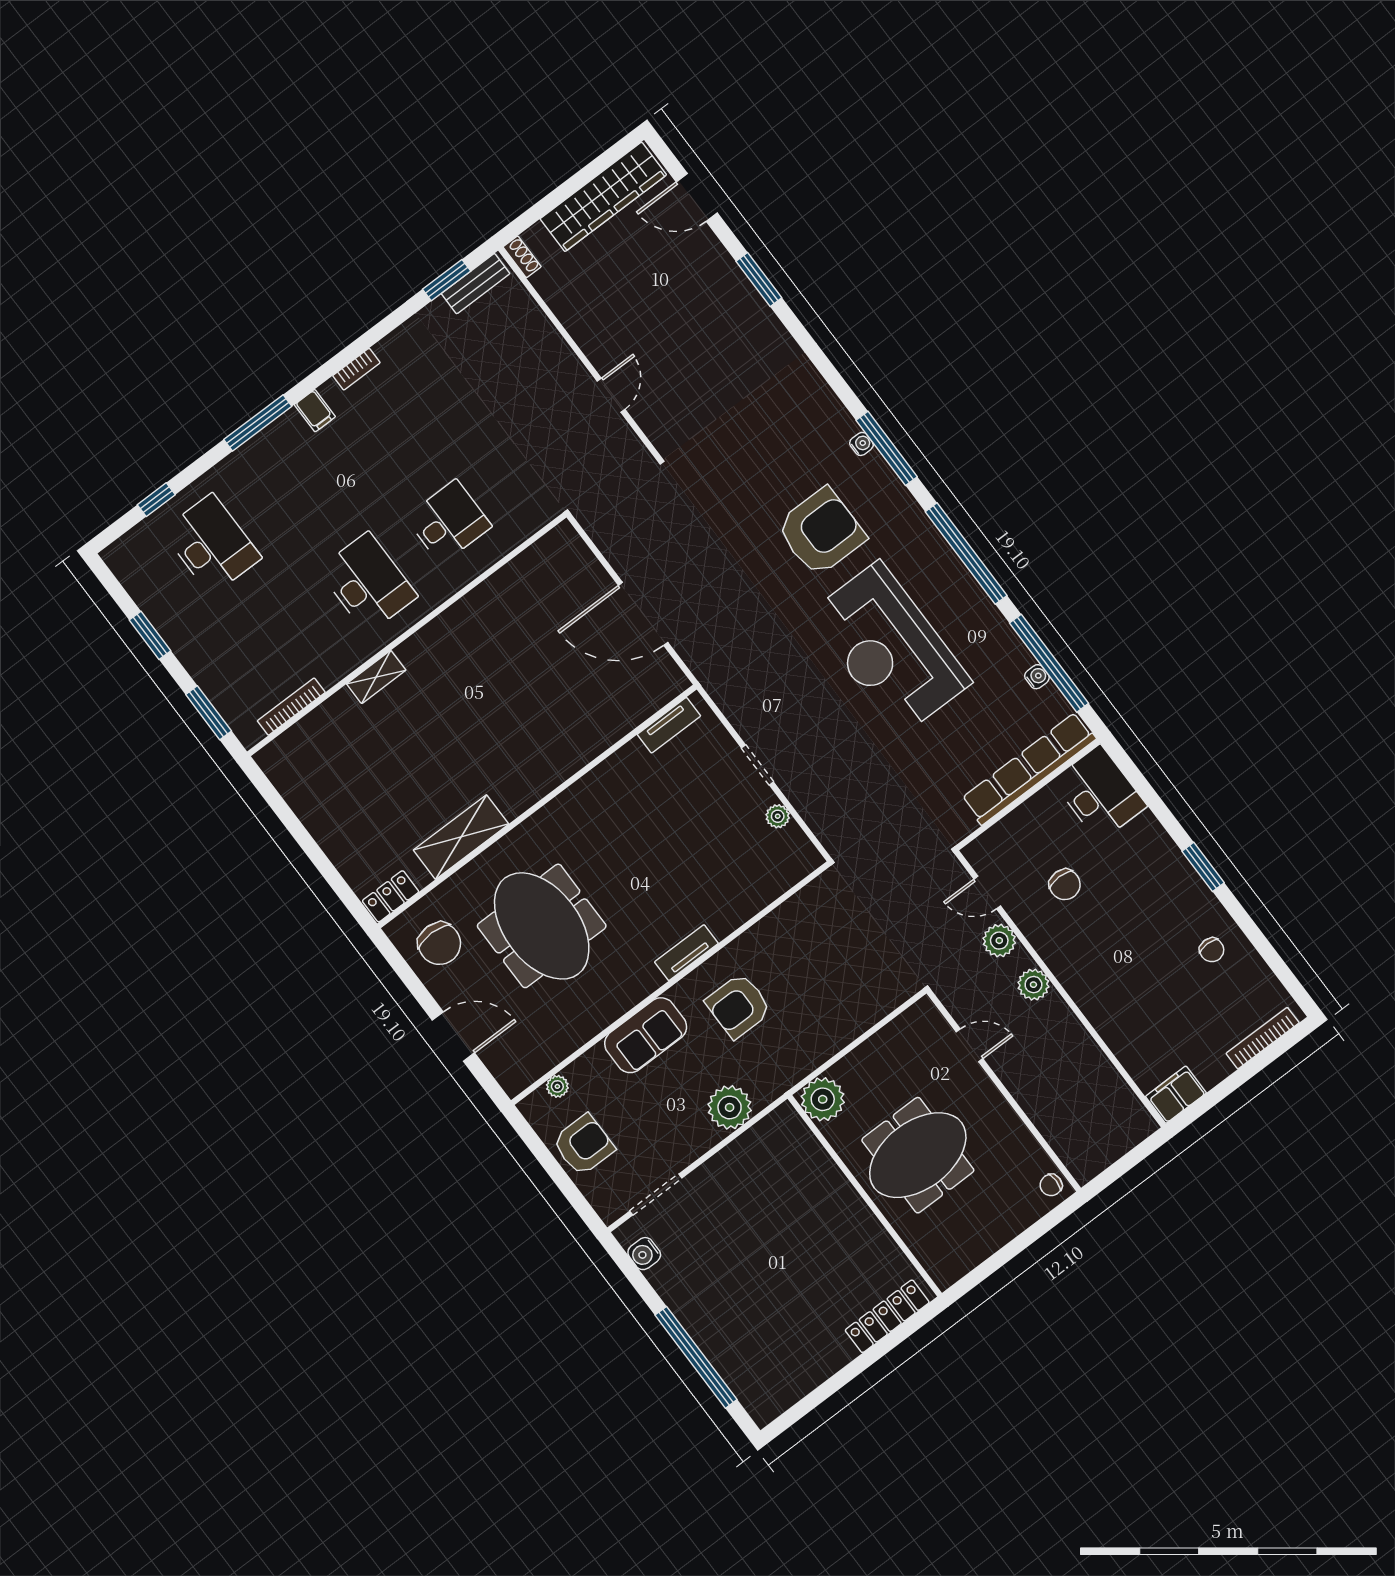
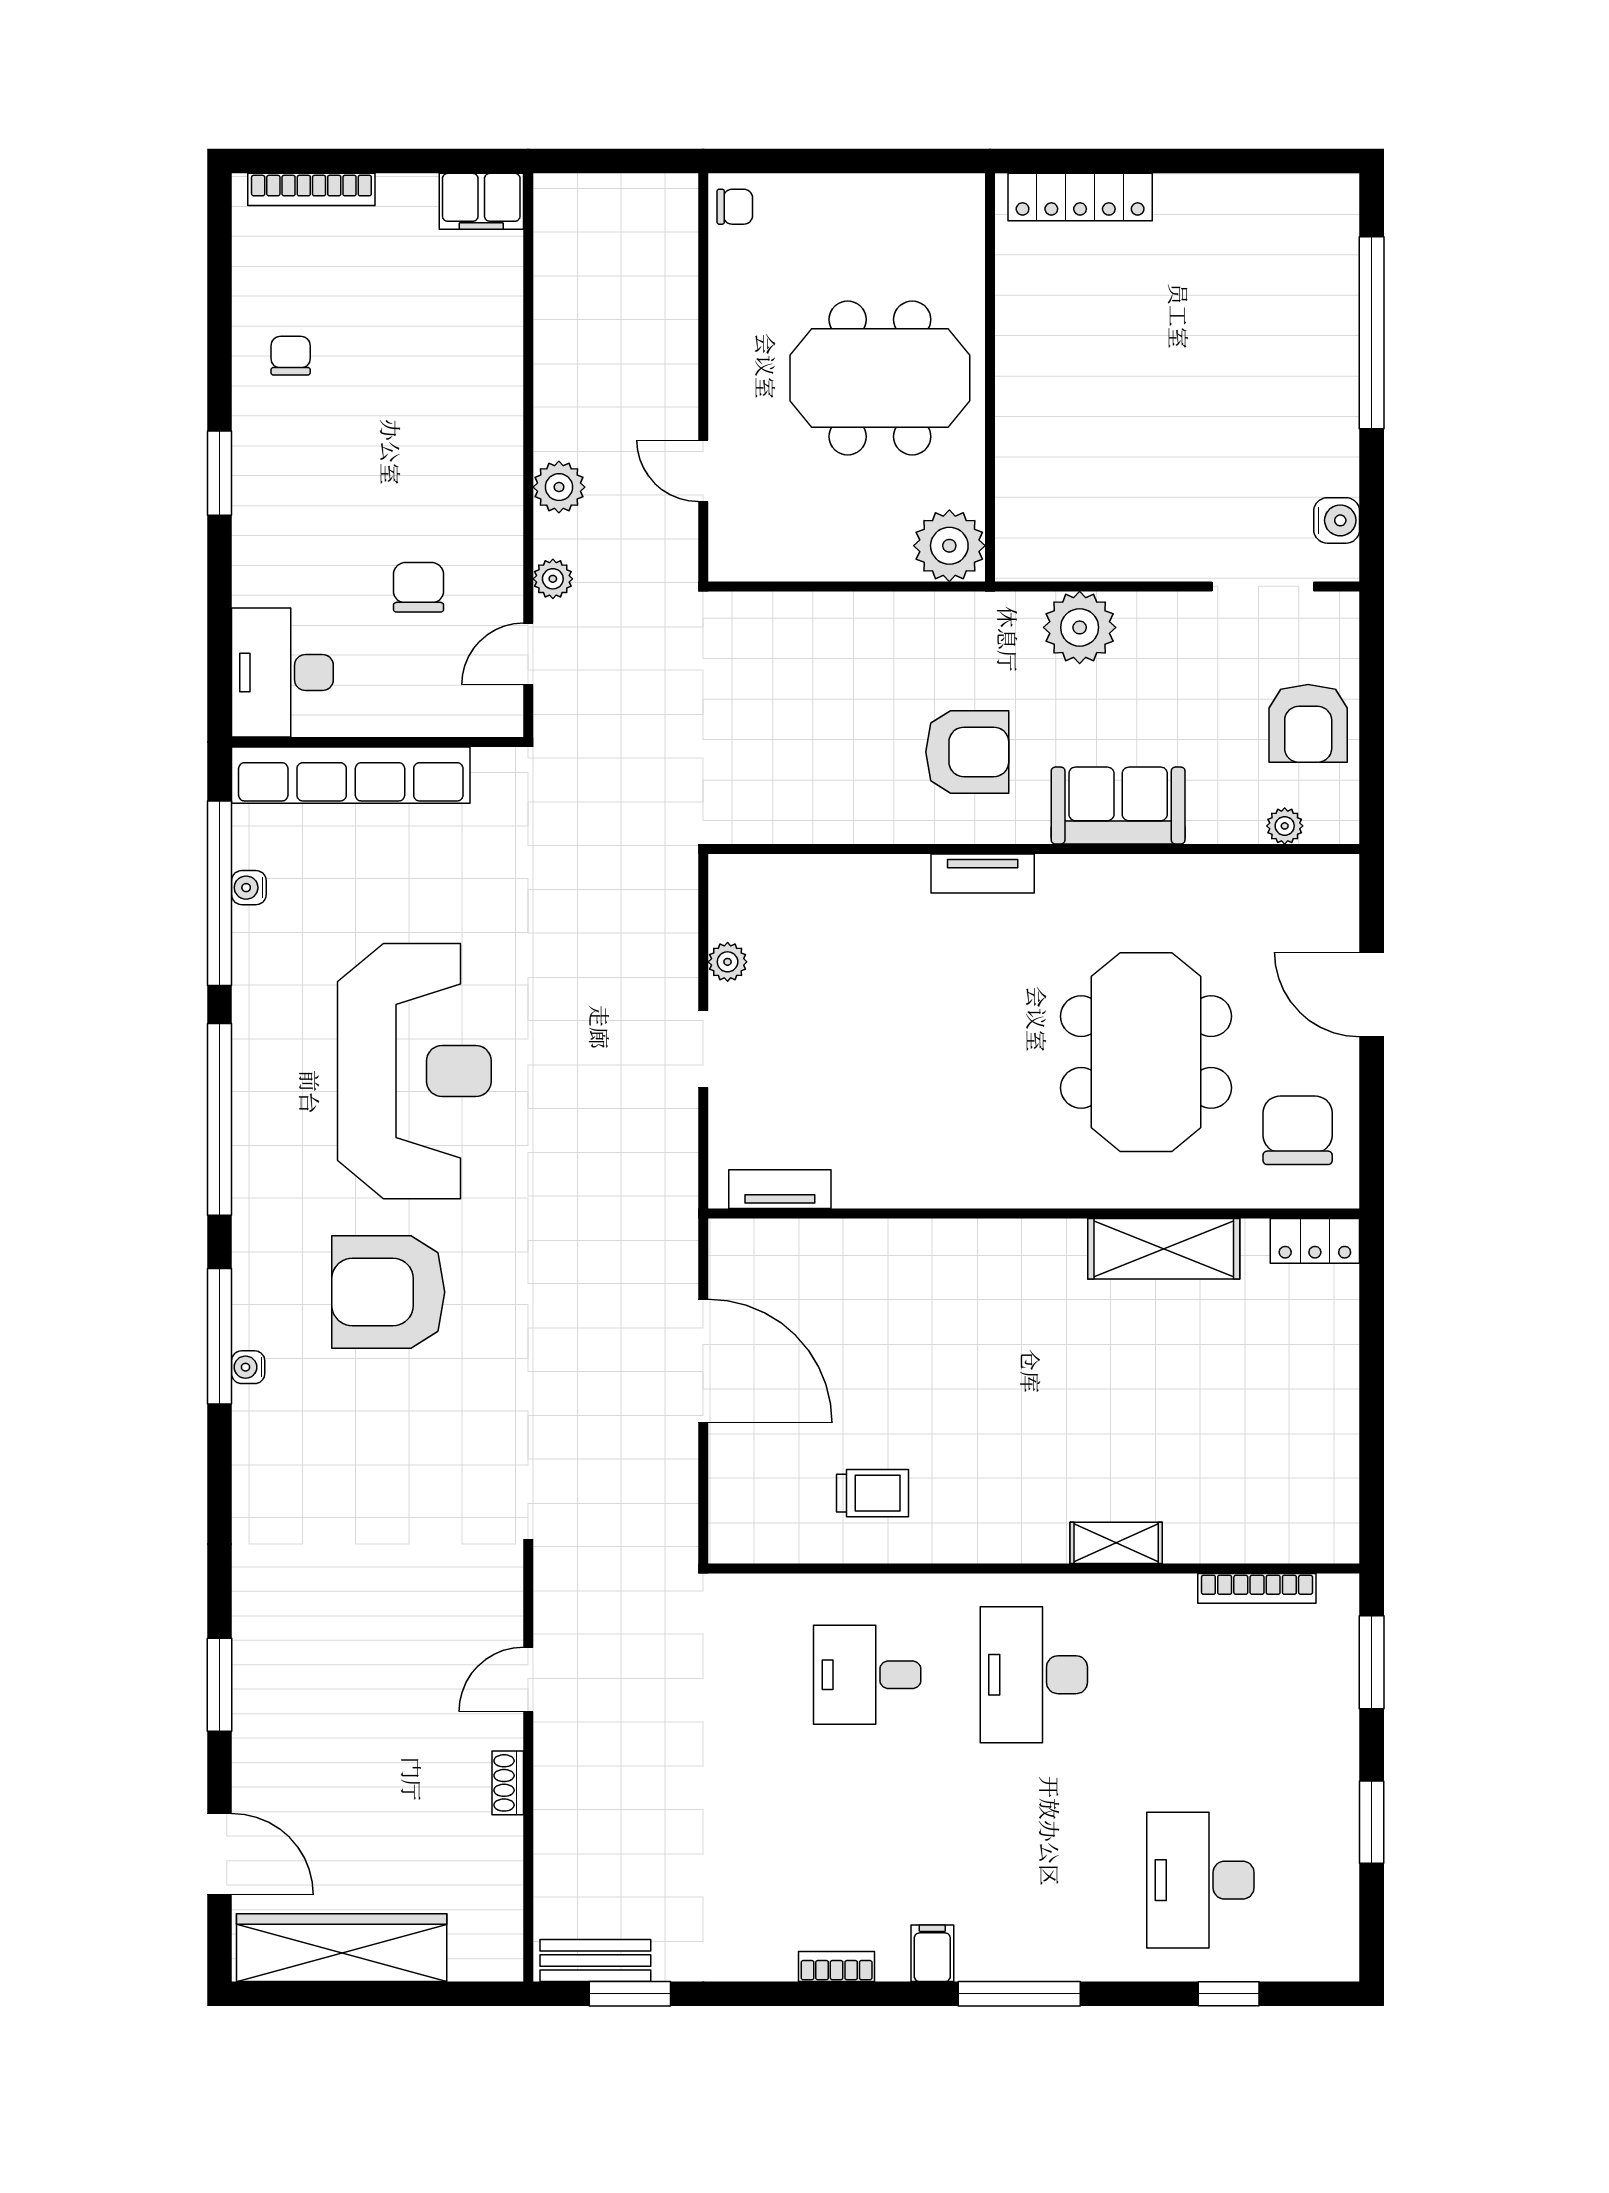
shoe rack: (522, 257) -> (508, 1783), moved
trolley: (513, 612) -> (873, 1493), added
door: (987, 892) -> (528, 654), swing flipped
plant: (999, 941) -> (553, 579), width x0.73, depth x0.73
armchair: (584, 1145) -> (1308, 723), turned -90

